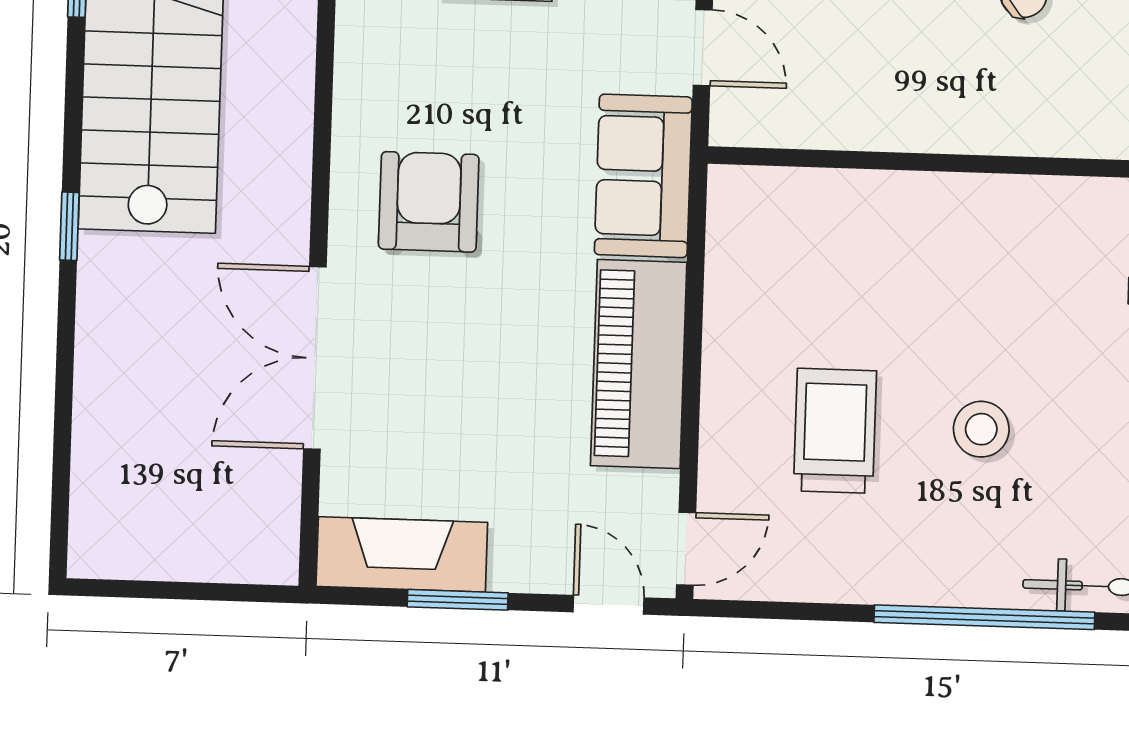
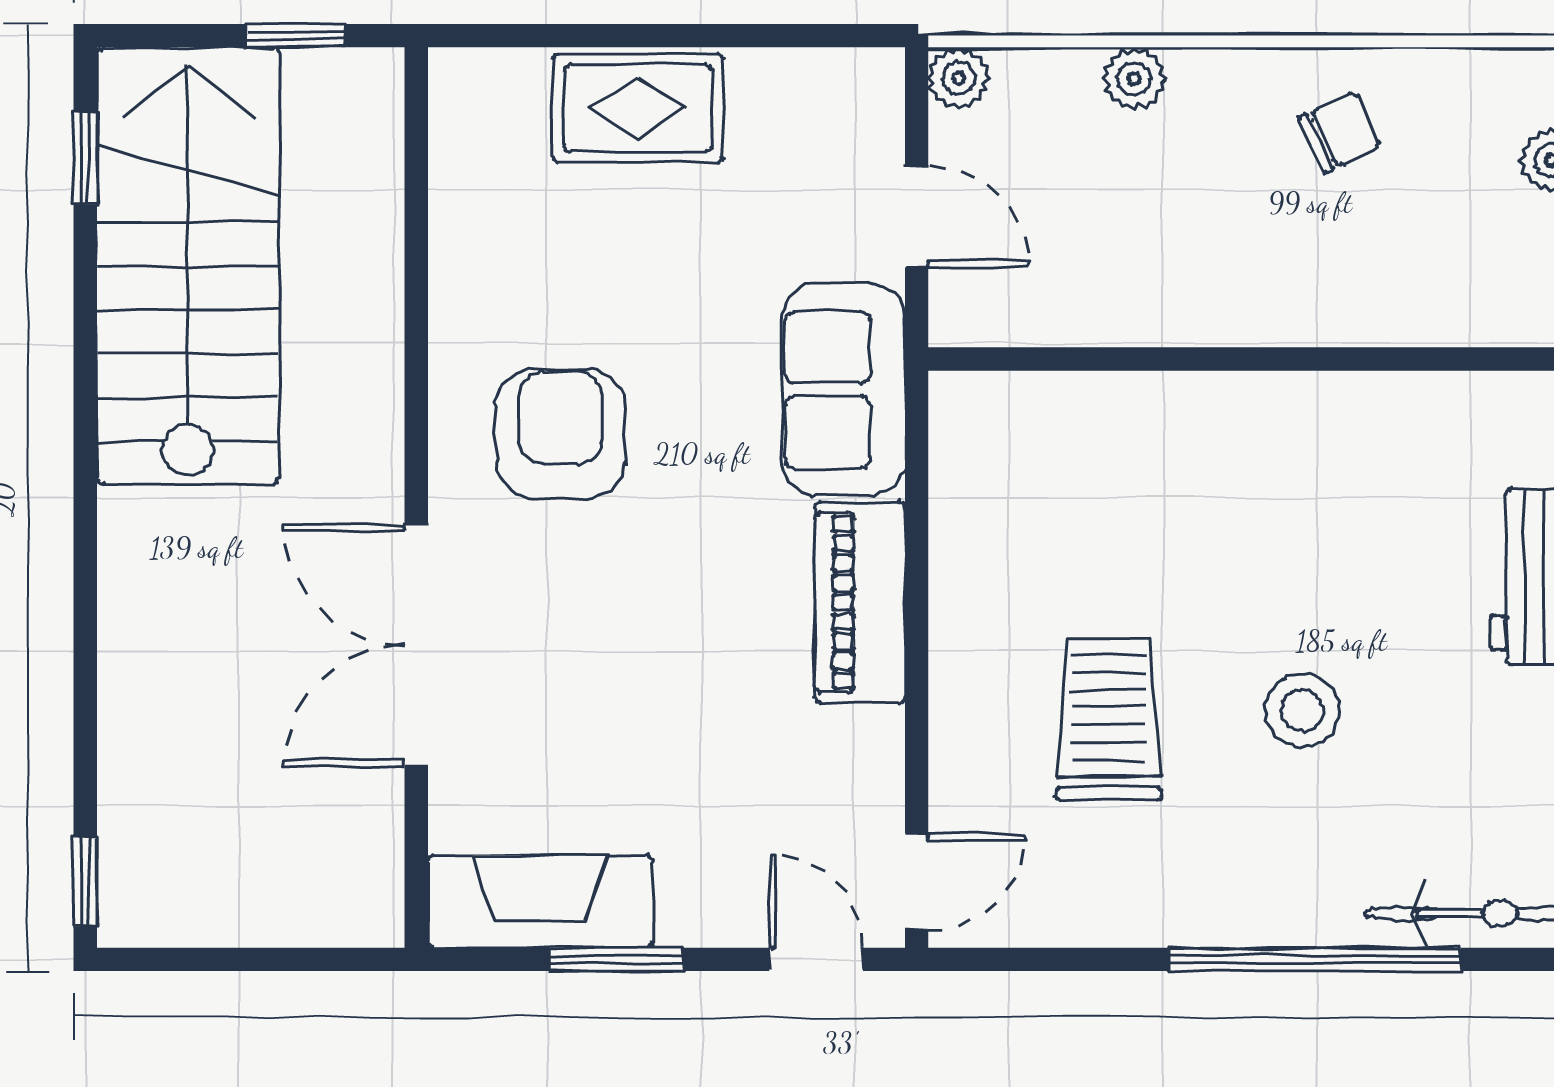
window: (69, 226) -> (85, 881), moved
piano: (639, 364) -> (860, 602), width x0.73, depth x0.75

